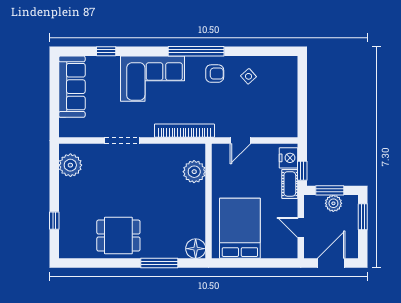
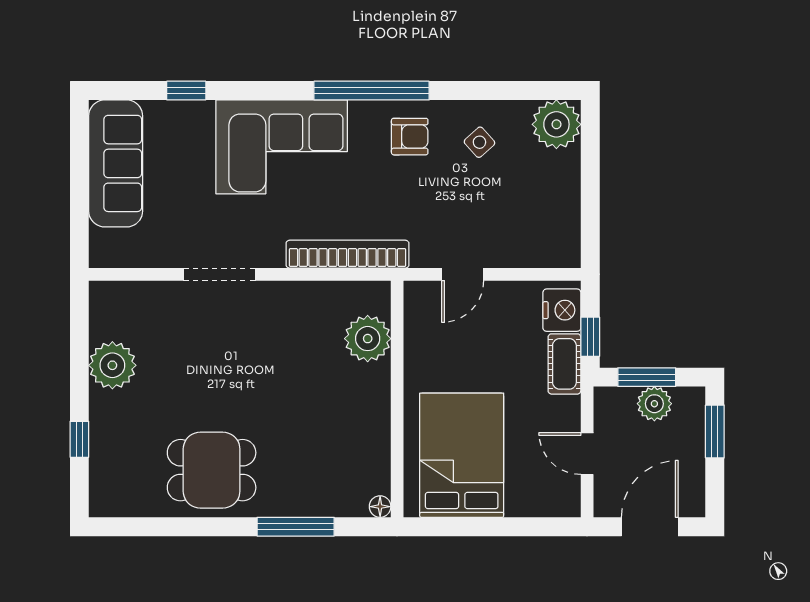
plant: (286, 68) -> (556, 124), added
plant: (70, 165) -> (112, 365), moved
floor lamp: (196, 249) -> (380, 507), width x0.53, depth x0.53

